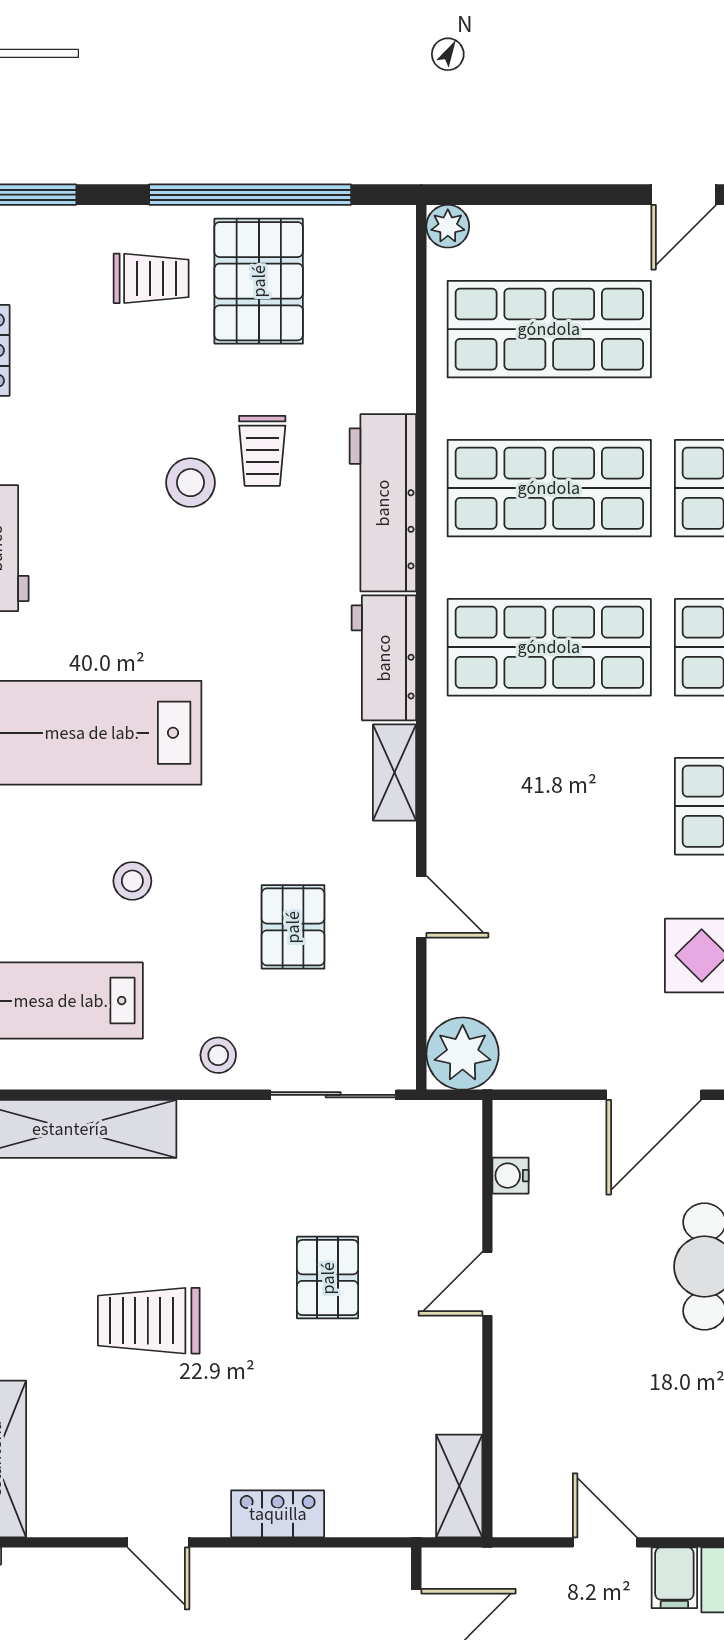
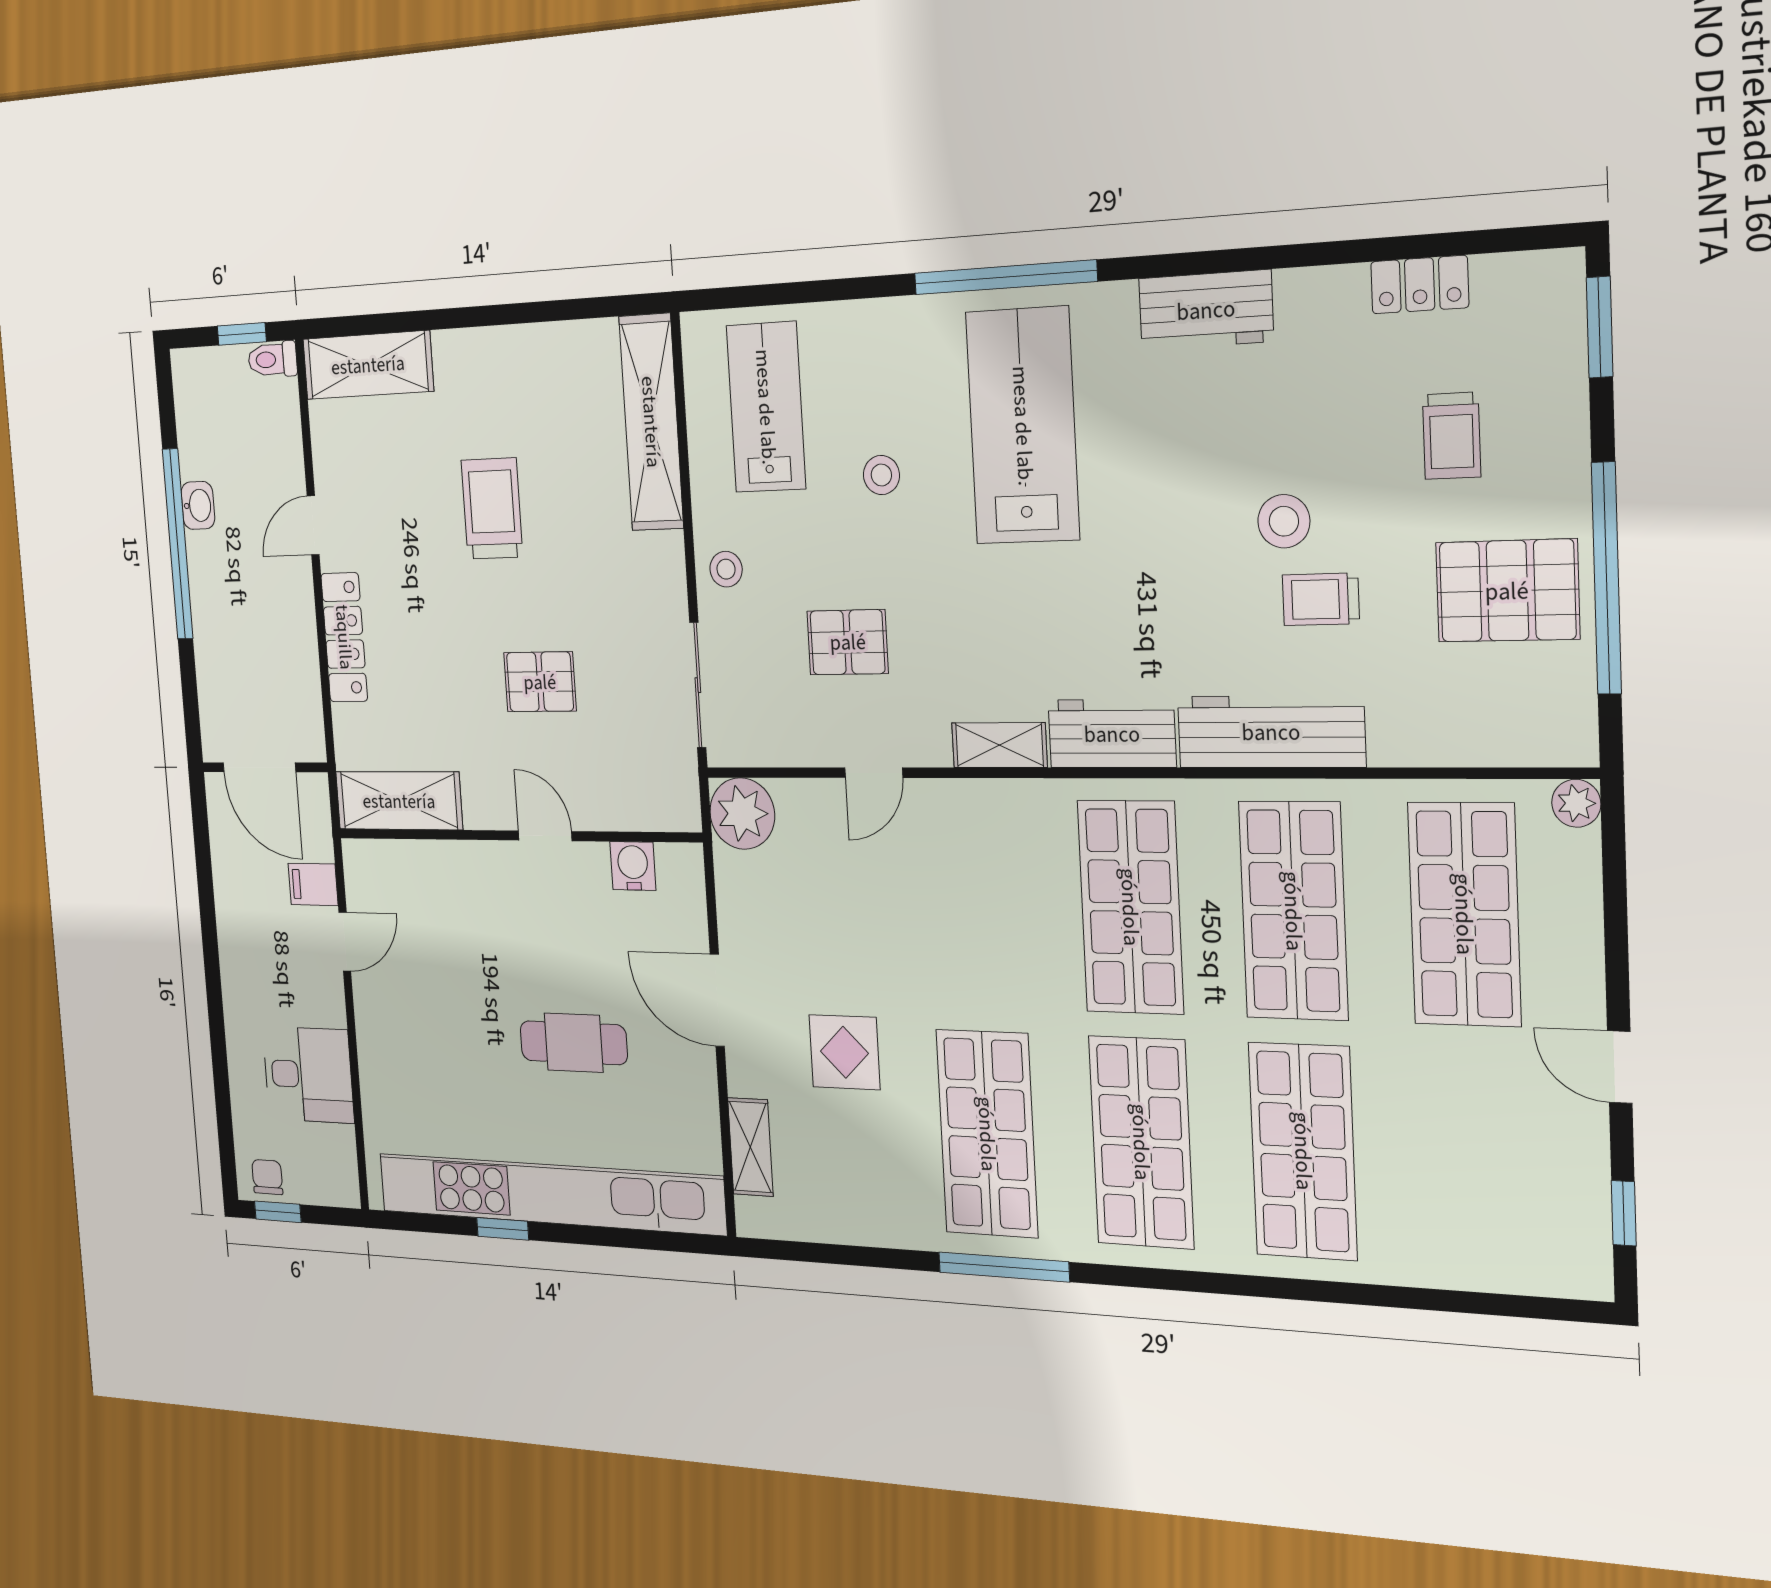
trolley: (151, 278) -> (1452, 436), moved
water cooler: (511, 1176) -> (633, 866), width x1.38, depth x1.38
shelving: (459, 1486) -> (399, 801), width x1.50, depth x1.33
locker: (278, 1514) -> (344, 637), width x1.53
filing cabinet: (674, 1578) -> (313, 884), moved

